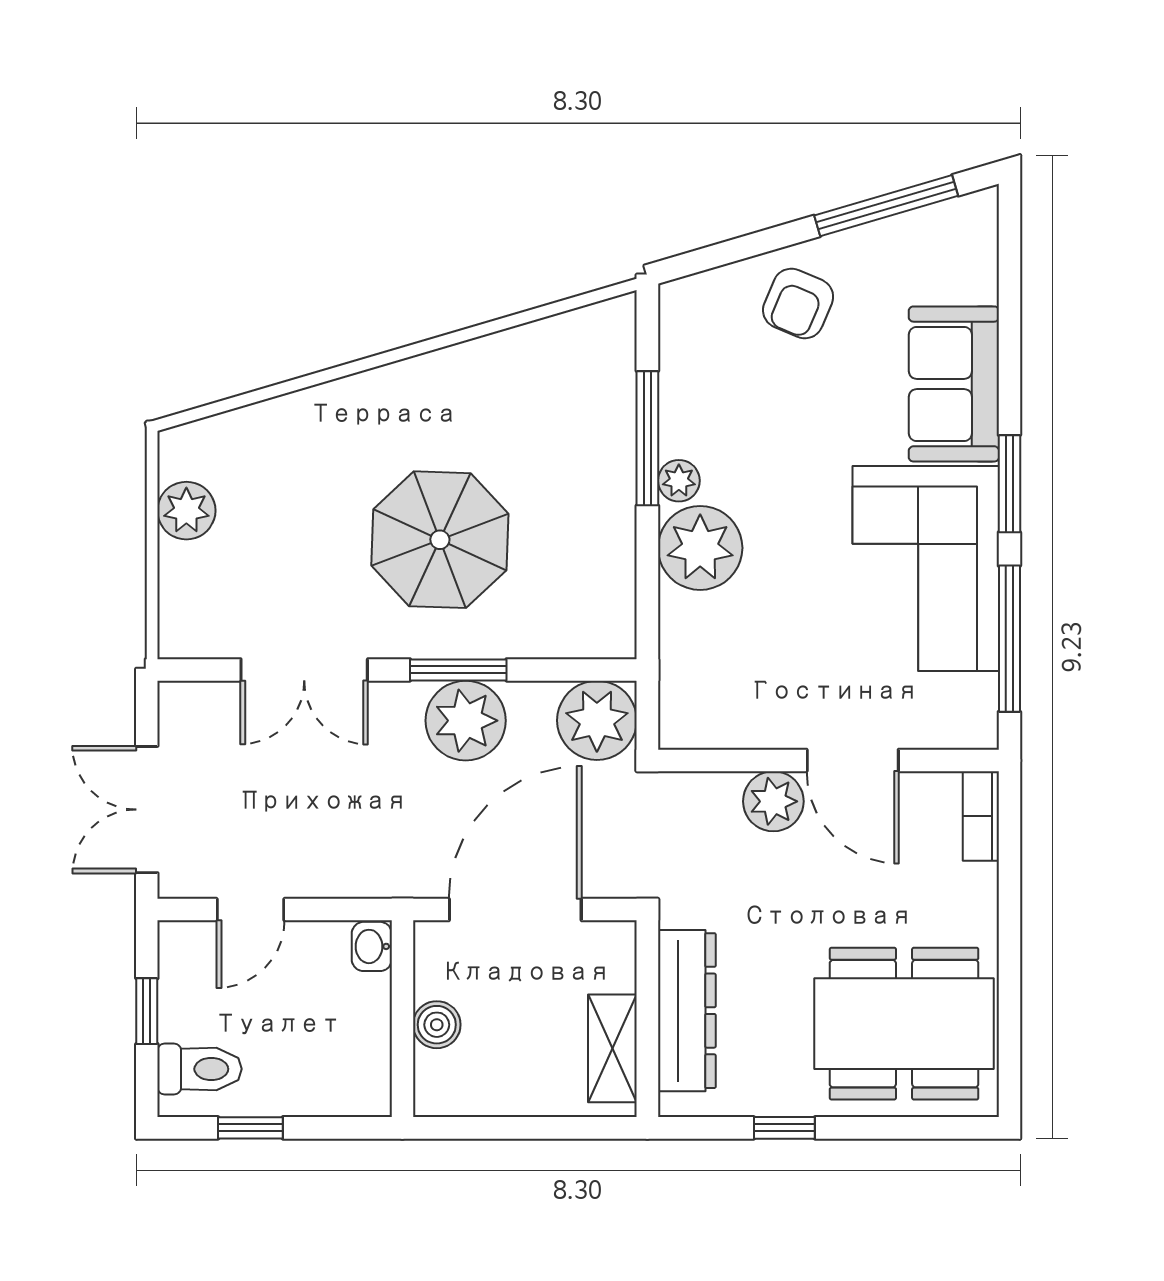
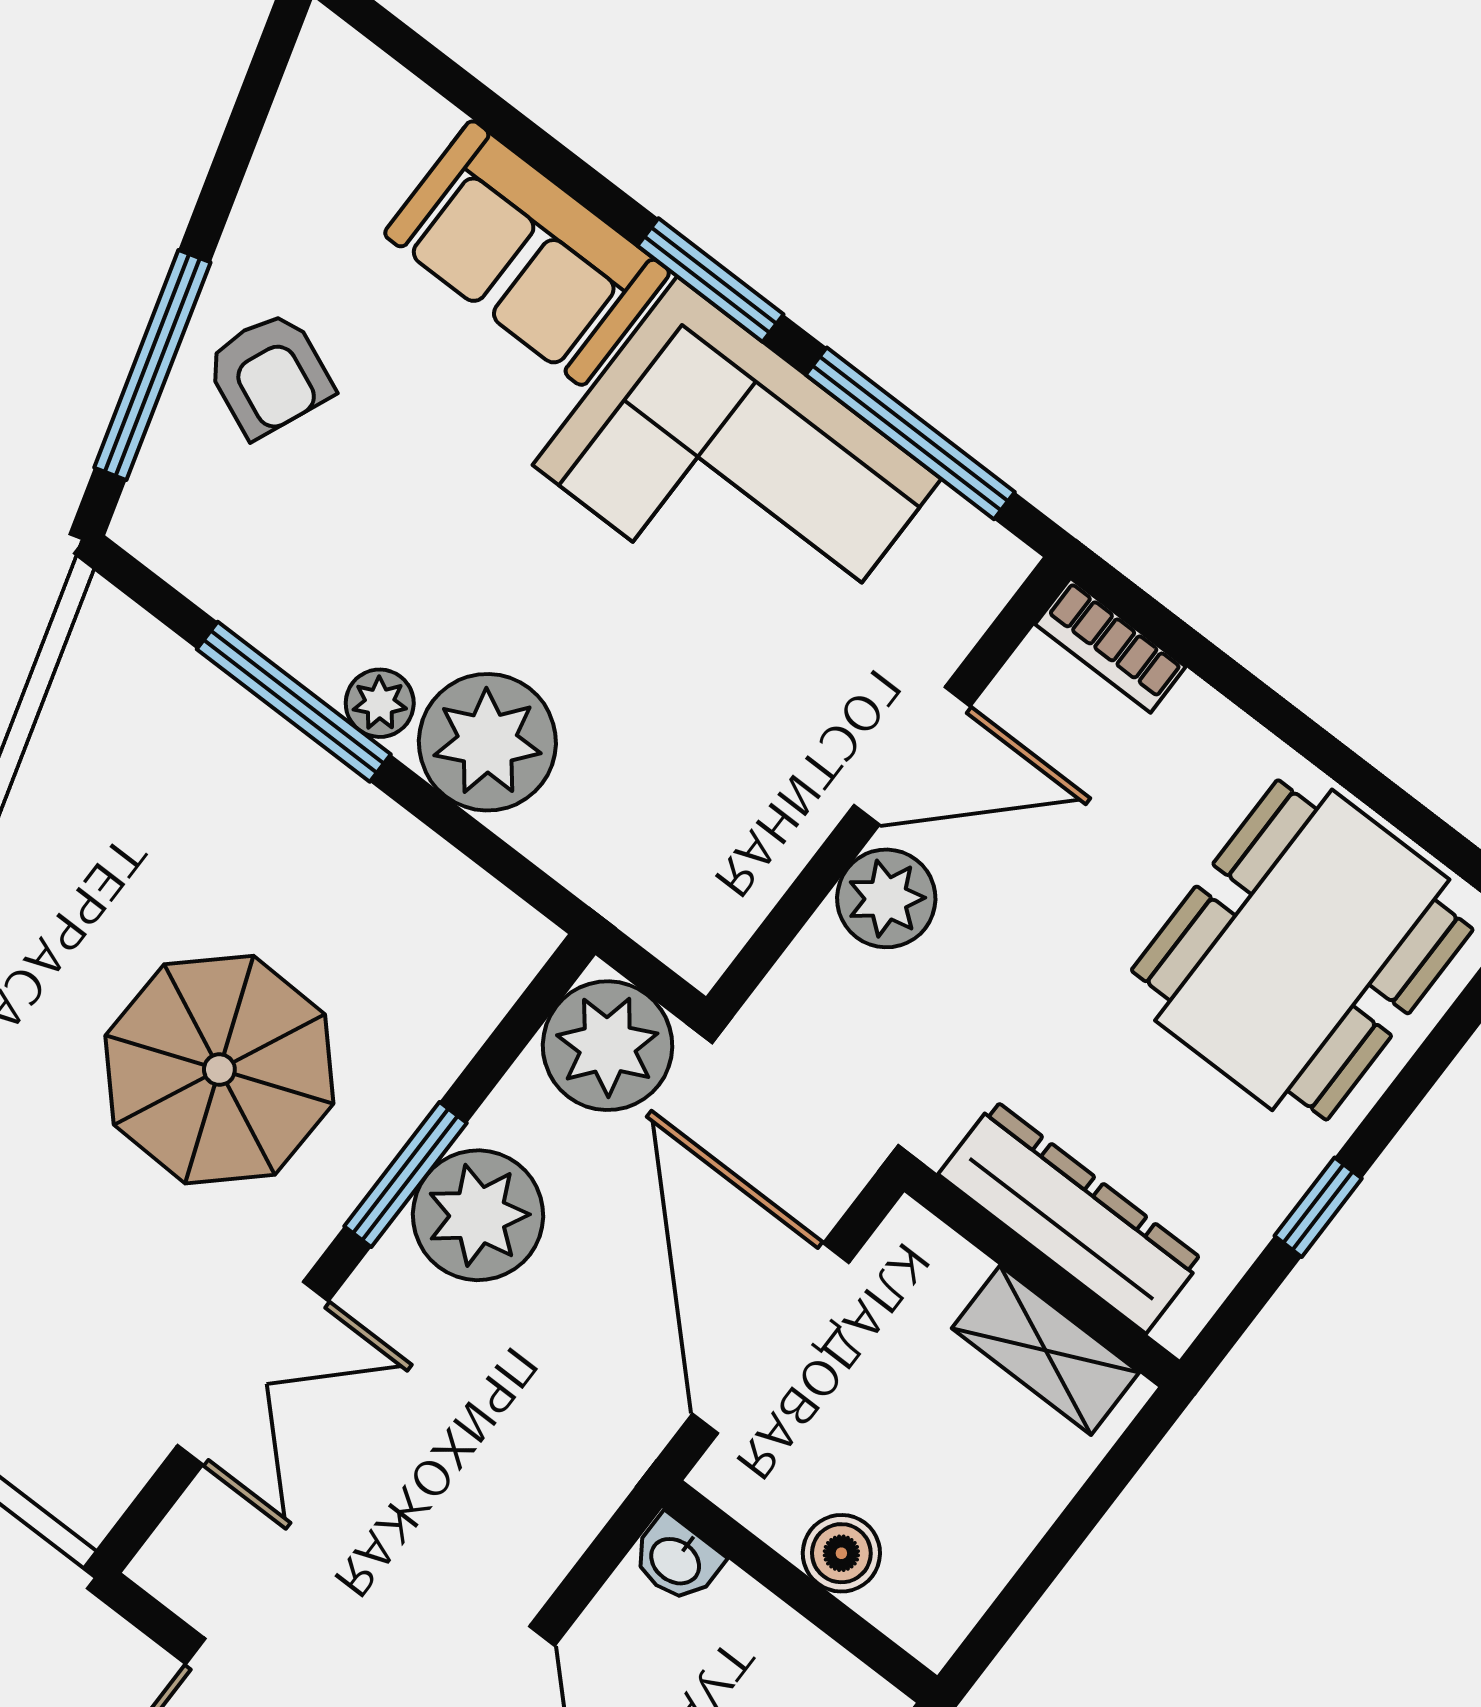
window: (886, 206) -> (152, 365), moved

